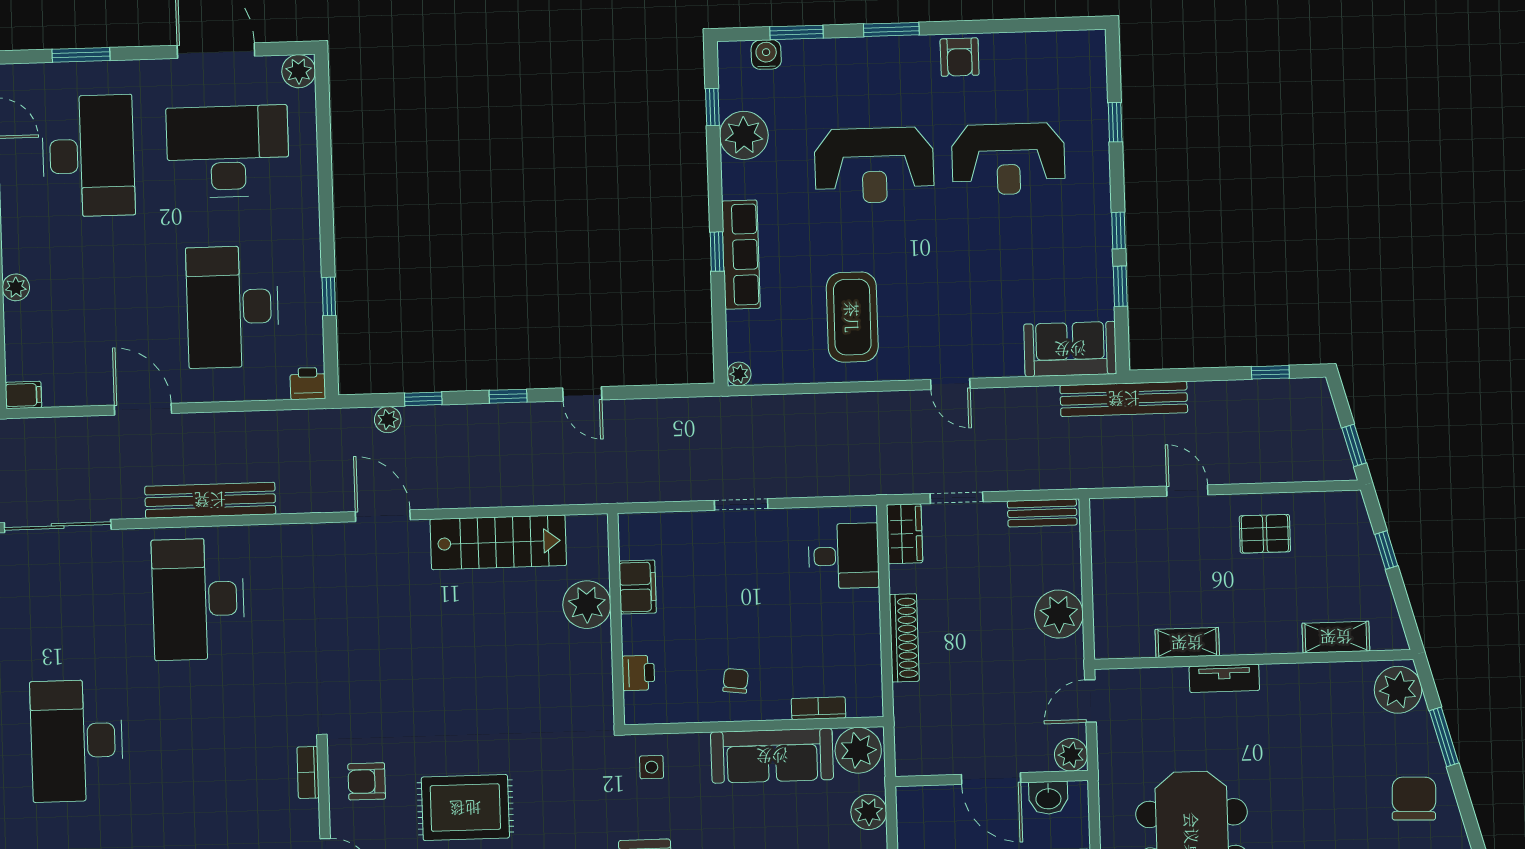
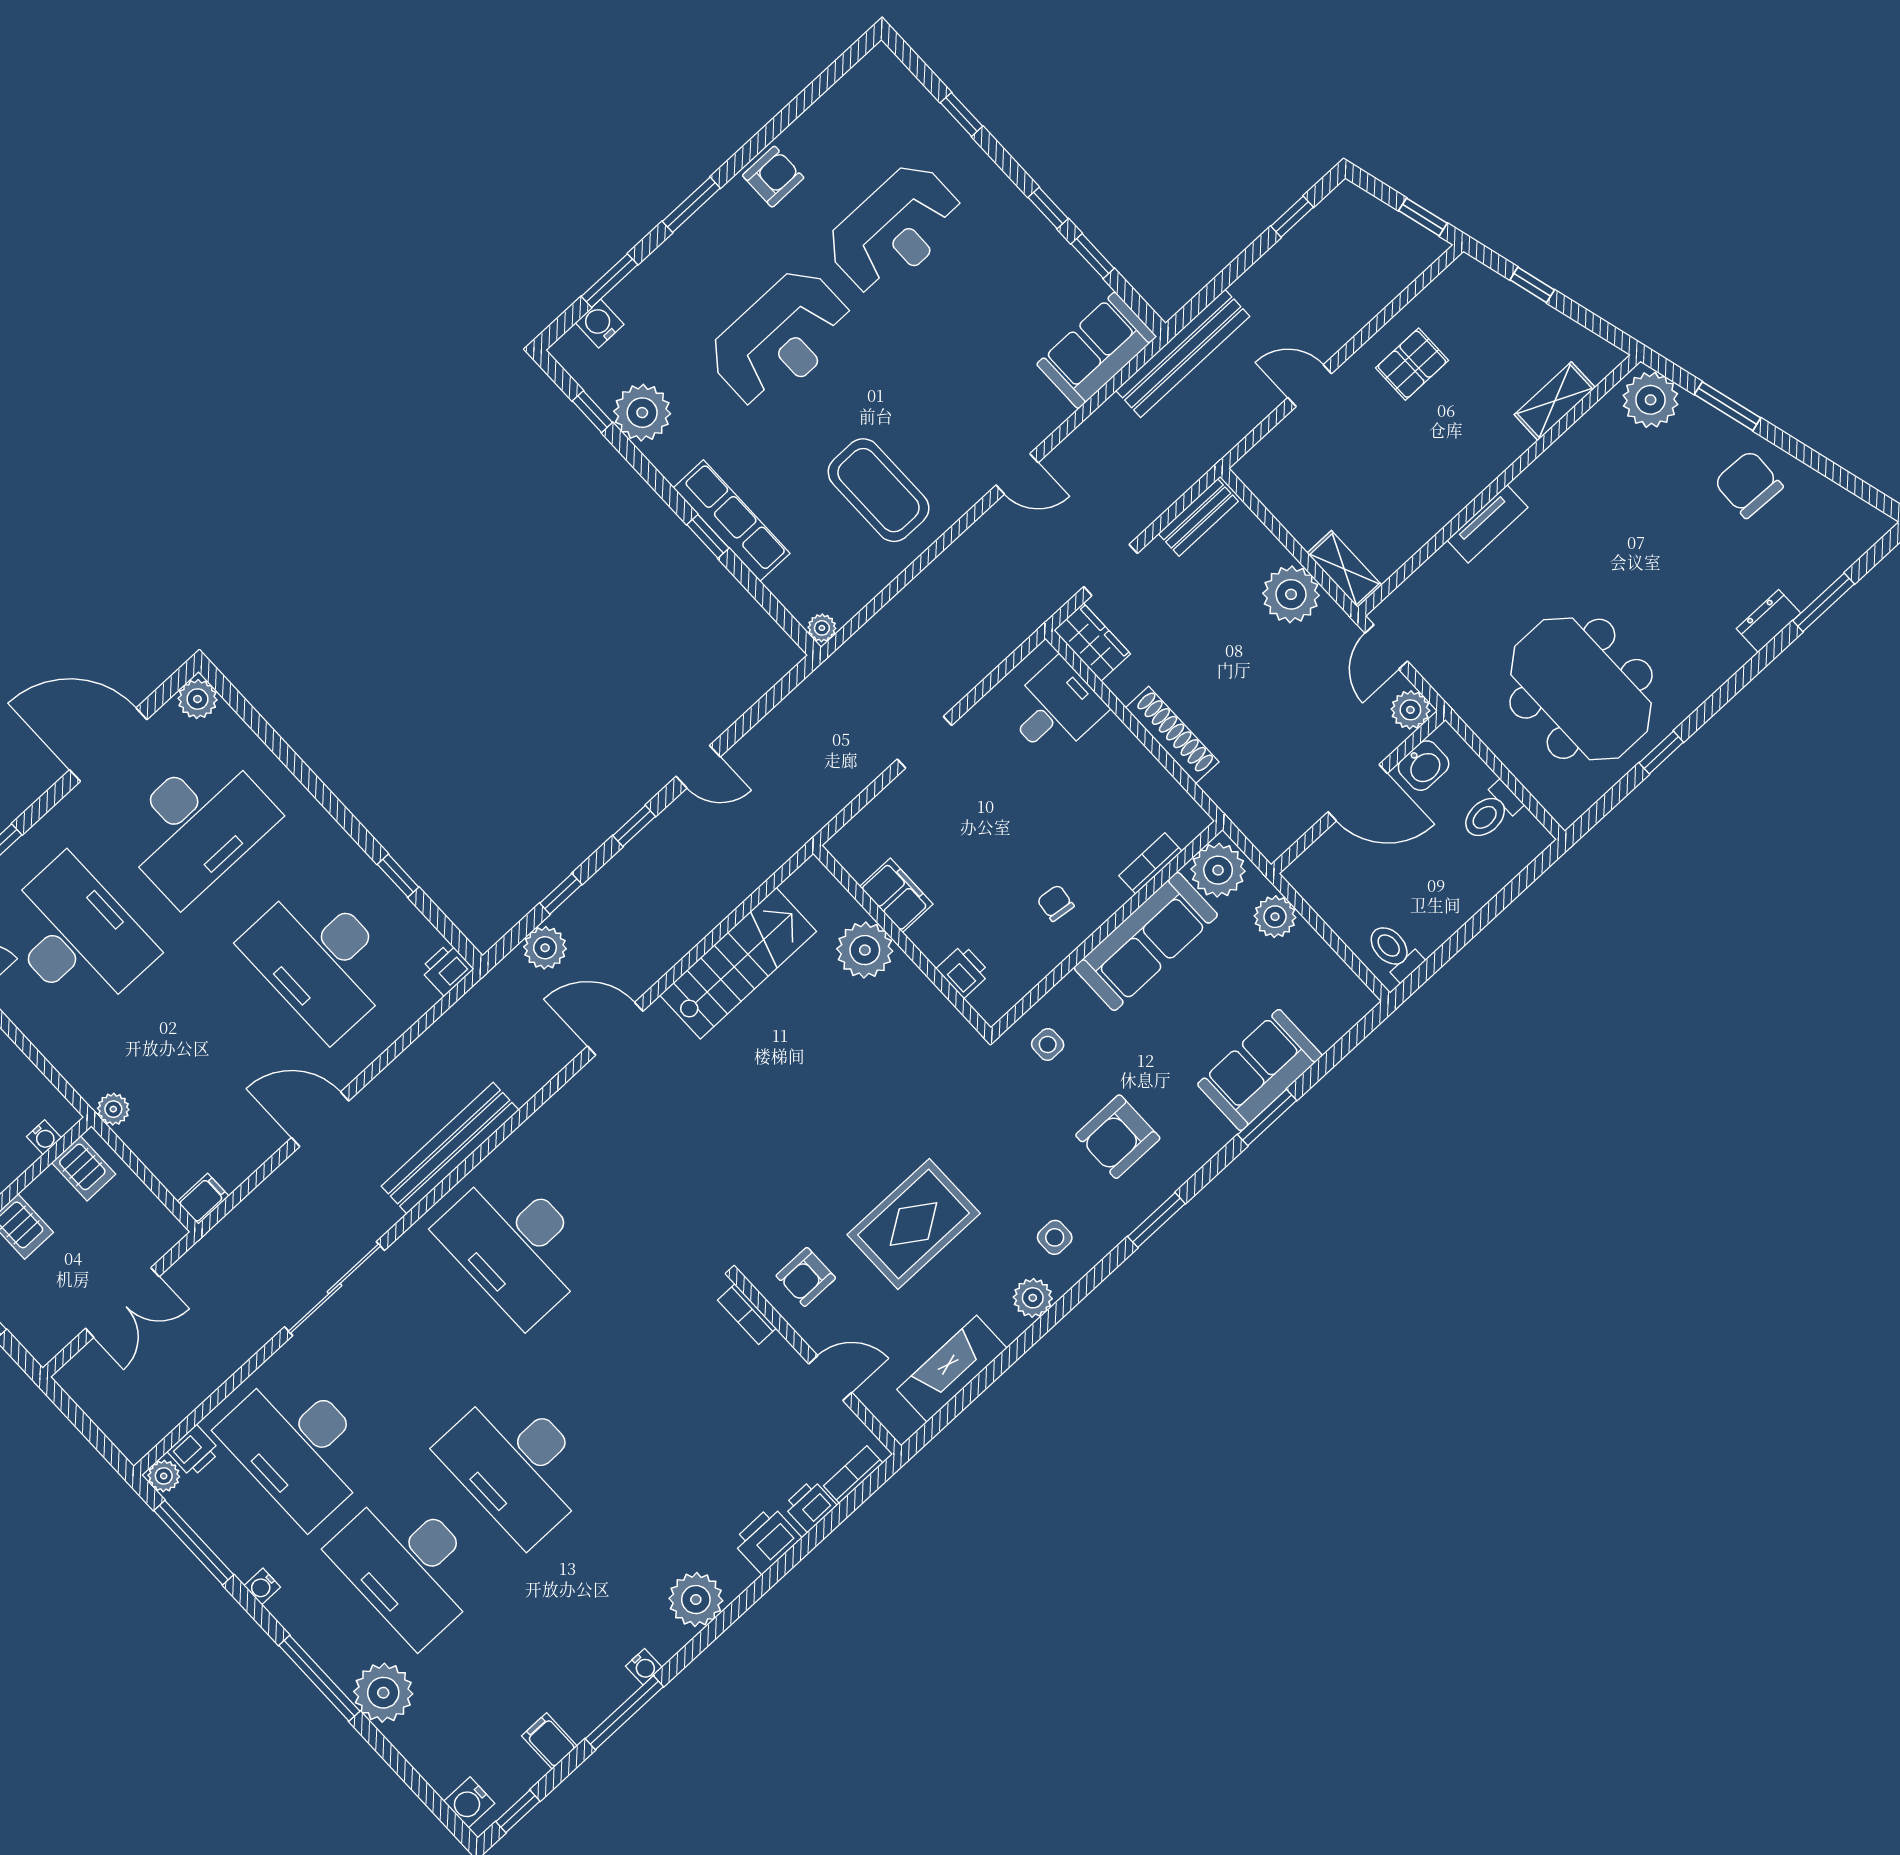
armchair: (960, 57) -> (773, 177), turned -90
desk: (228, 152) -> (197, 825), turned 180
plant: (388, 420) -> (545, 948), width x1.38, depth x1.38
shelving: (1187, 643) -> (1344, 569), moved, turned 90

